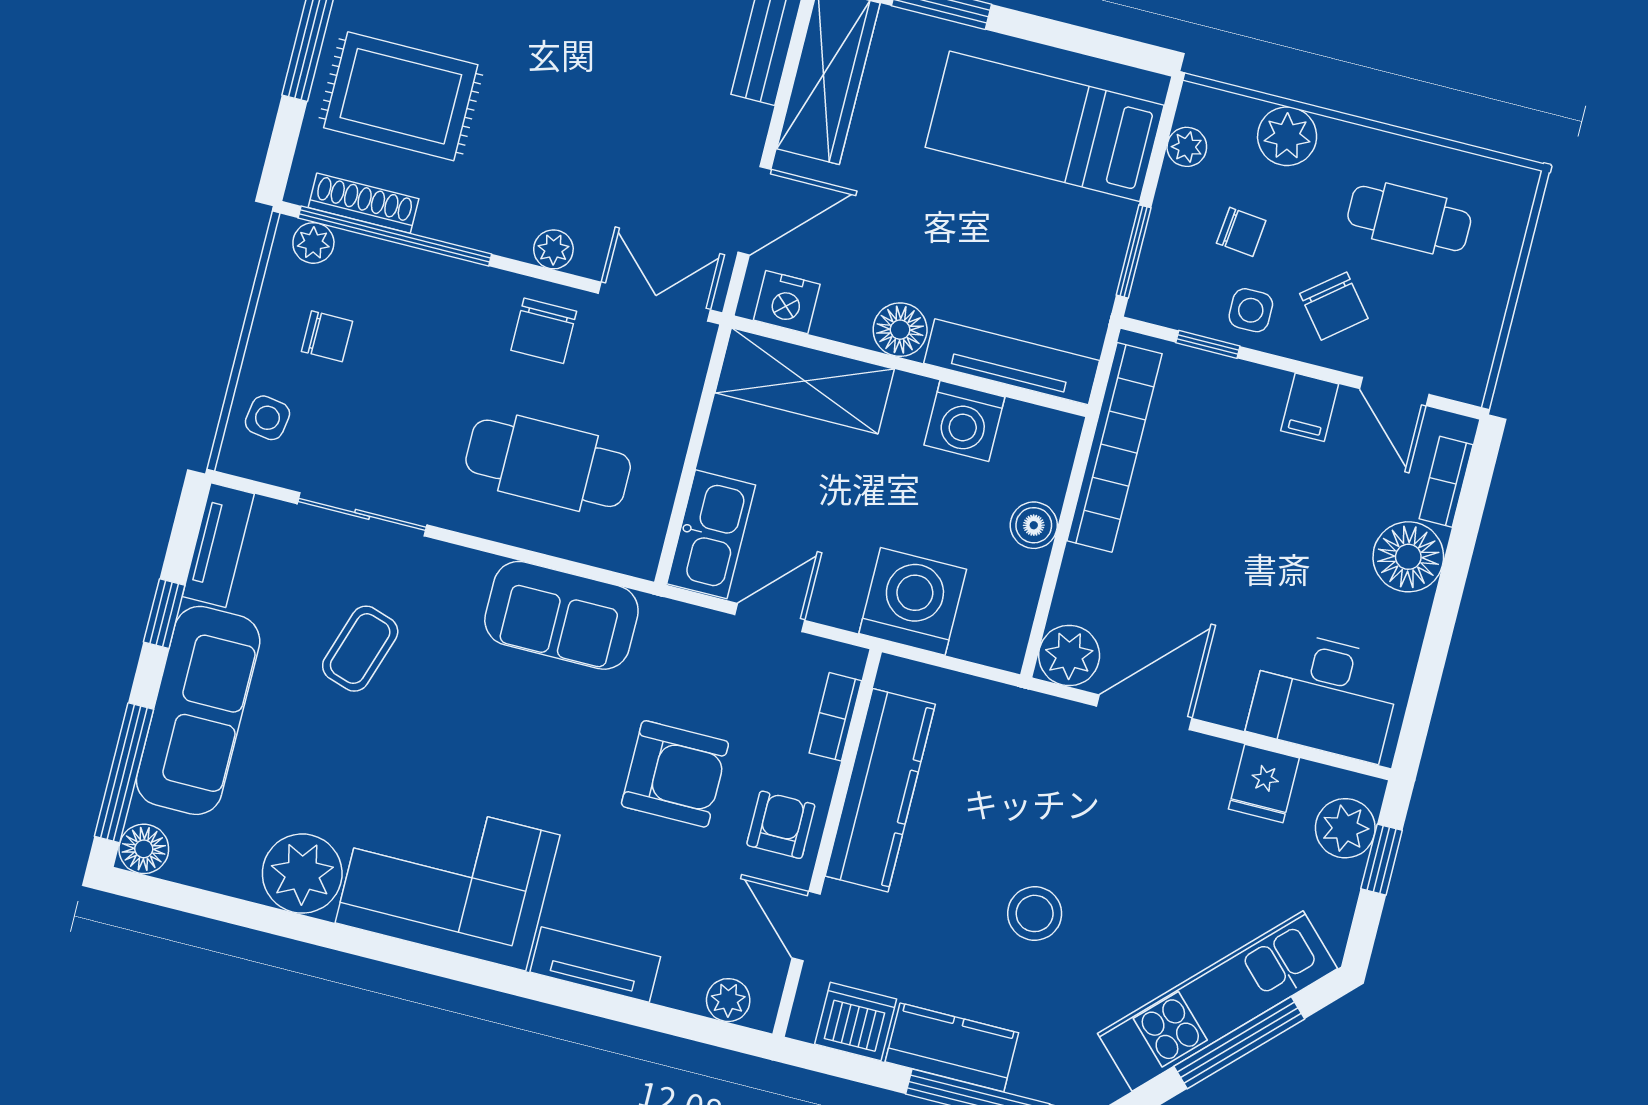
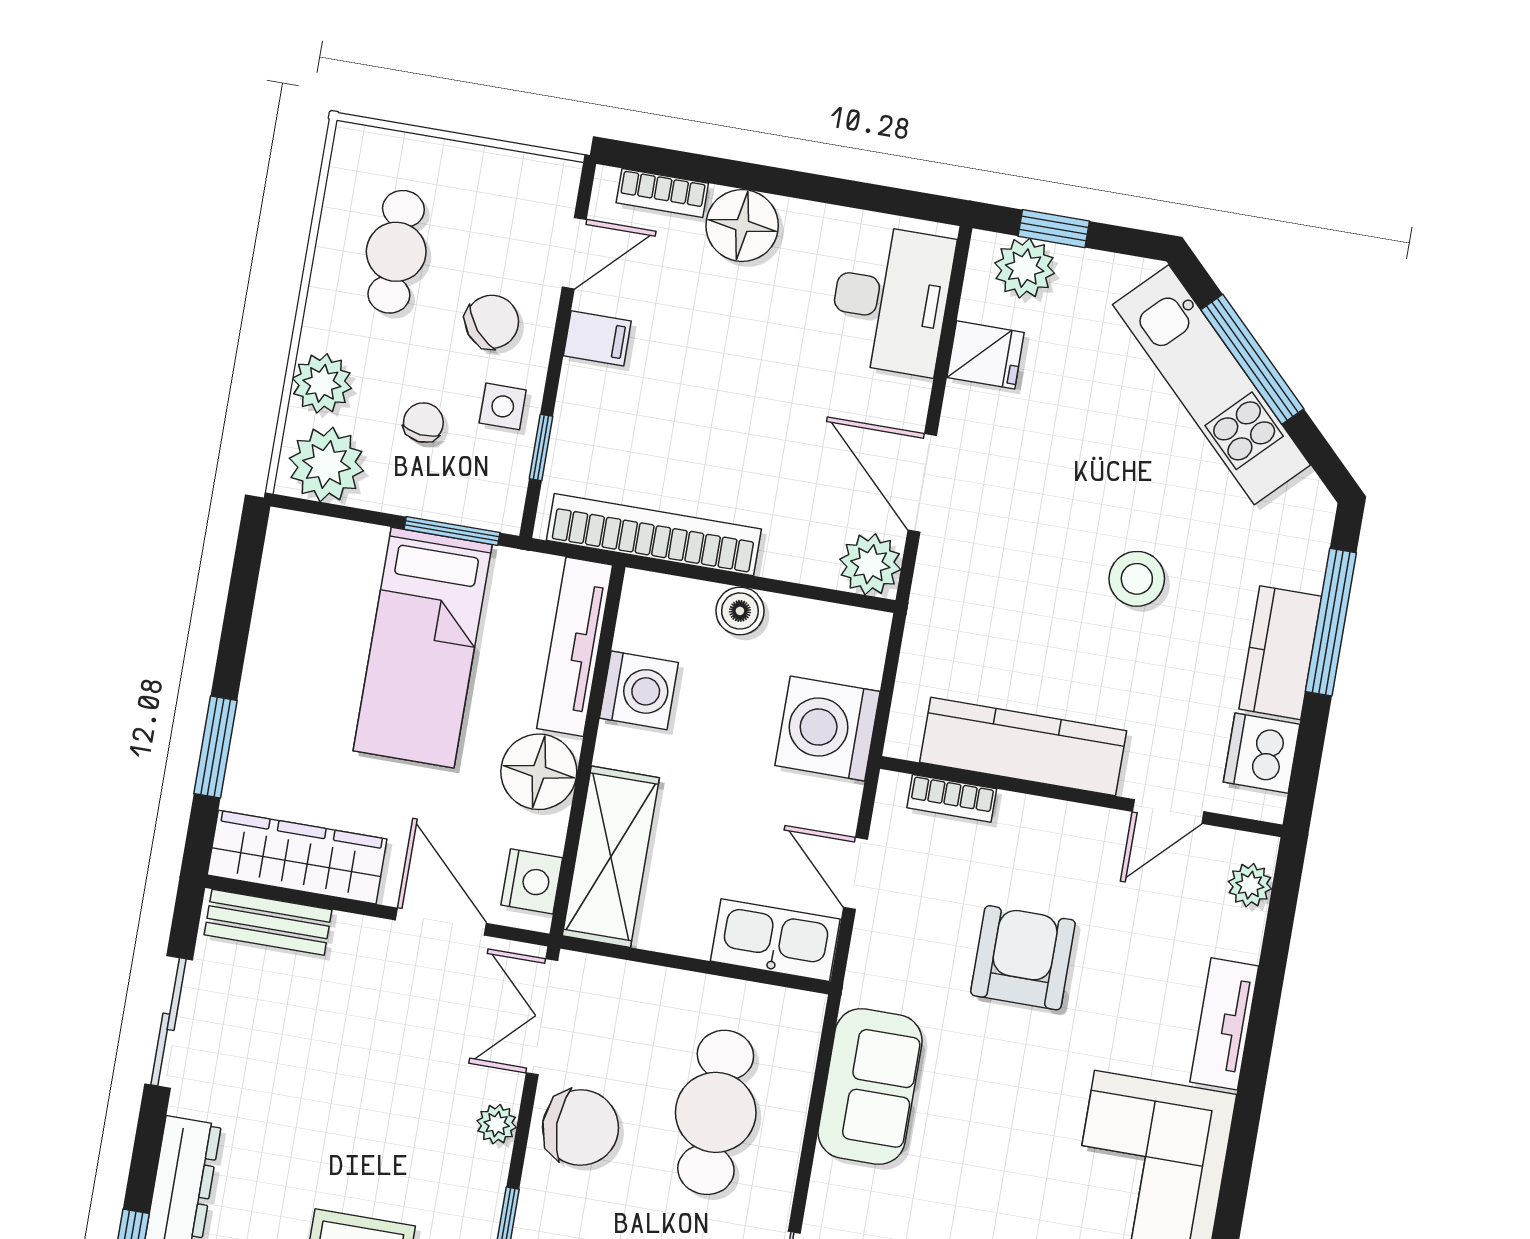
bed: (1045, 126) -> (423, 648), moved
plant: (1187, 147) -> (326, 464), width x1.87, depth x1.87
floor lamp: (900, 330) -> (539, 772), width x1.38, depth x1.38
chair: (544, 331) -> (581, 1128), width x1.37, depth x1.37
armchair: (781, 825) -> (1067, 845), removed

